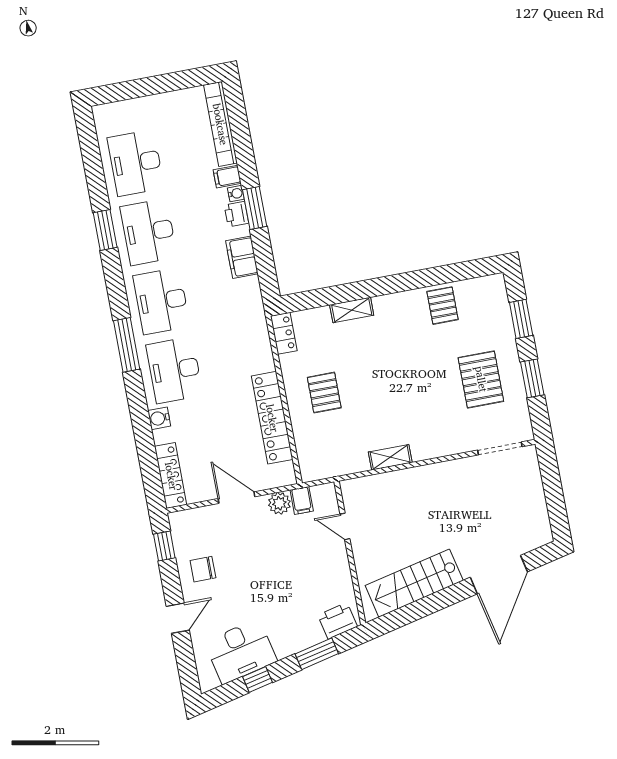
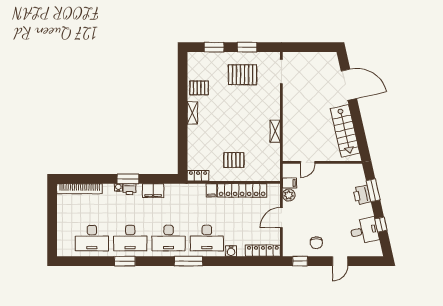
filing cabinet: (227, 177) -> (211, 190), moved
shelving: (352, 310) -> (192, 113), moved
door: (178, 618) -> (340, 261), swing flipped
printer: (338, 621) -> (362, 195), moved
desk: (241, 651) -> (364, 231), width x0.73

